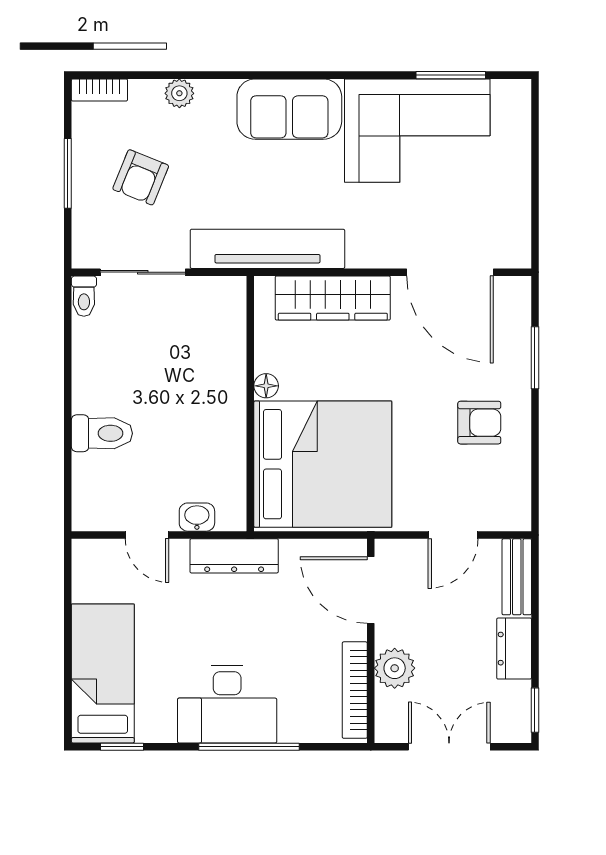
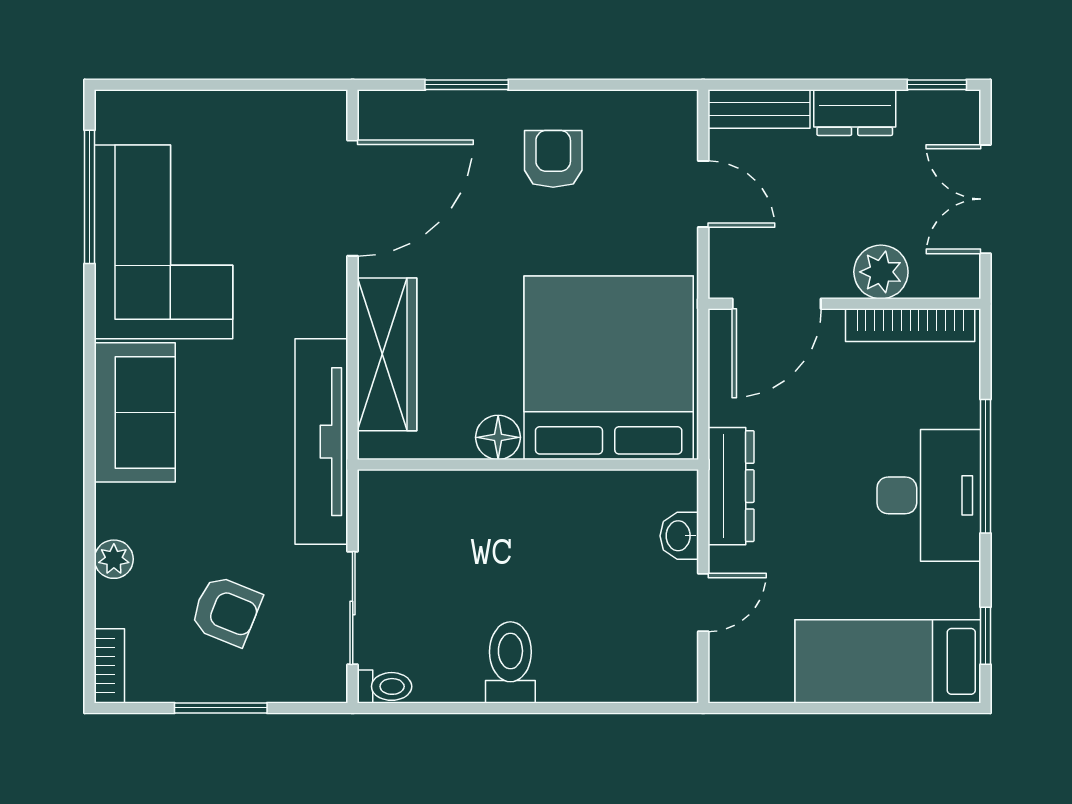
window: (451, 75) -> (90, 197), width x1.44
floor lamp: (266, 386) -> (498, 437), width x1.37, depth x1.37
toilet: (102, 433) -> (510, 662), moved

